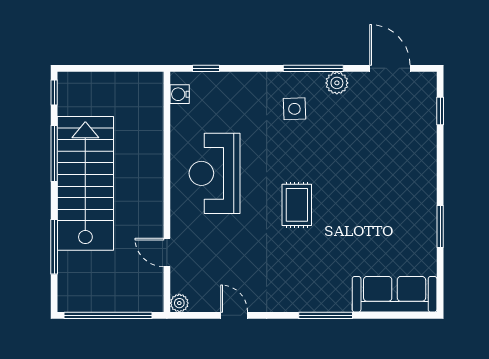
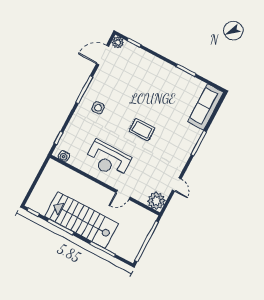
plant: (337, 83) -> (118, 42), moved
door: (167, 252) -> (123, 195), moved
plant: (179, 303) -> (156, 201), width x1.88, depth x1.88
door: (234, 315) -> (177, 184), swing flipped

